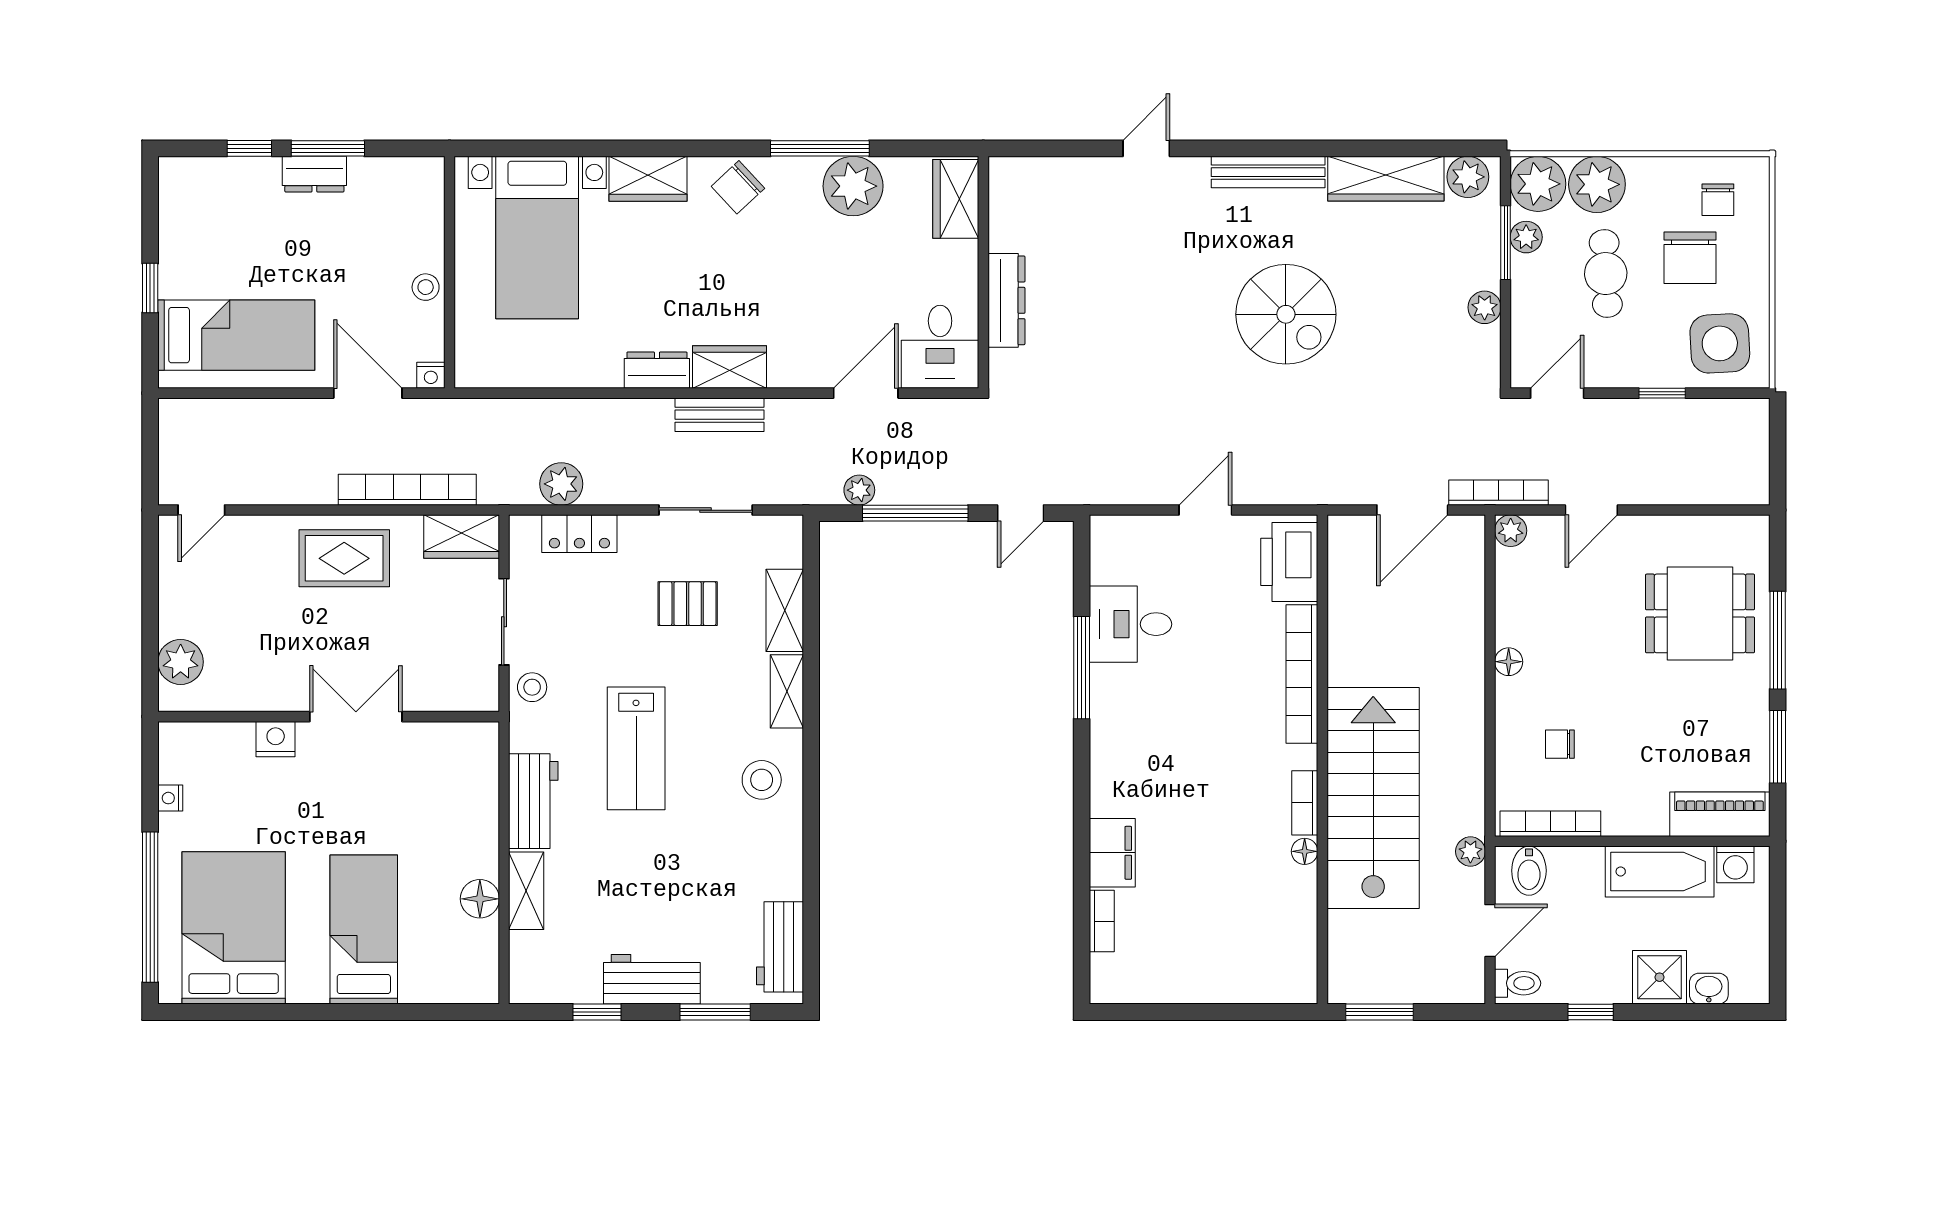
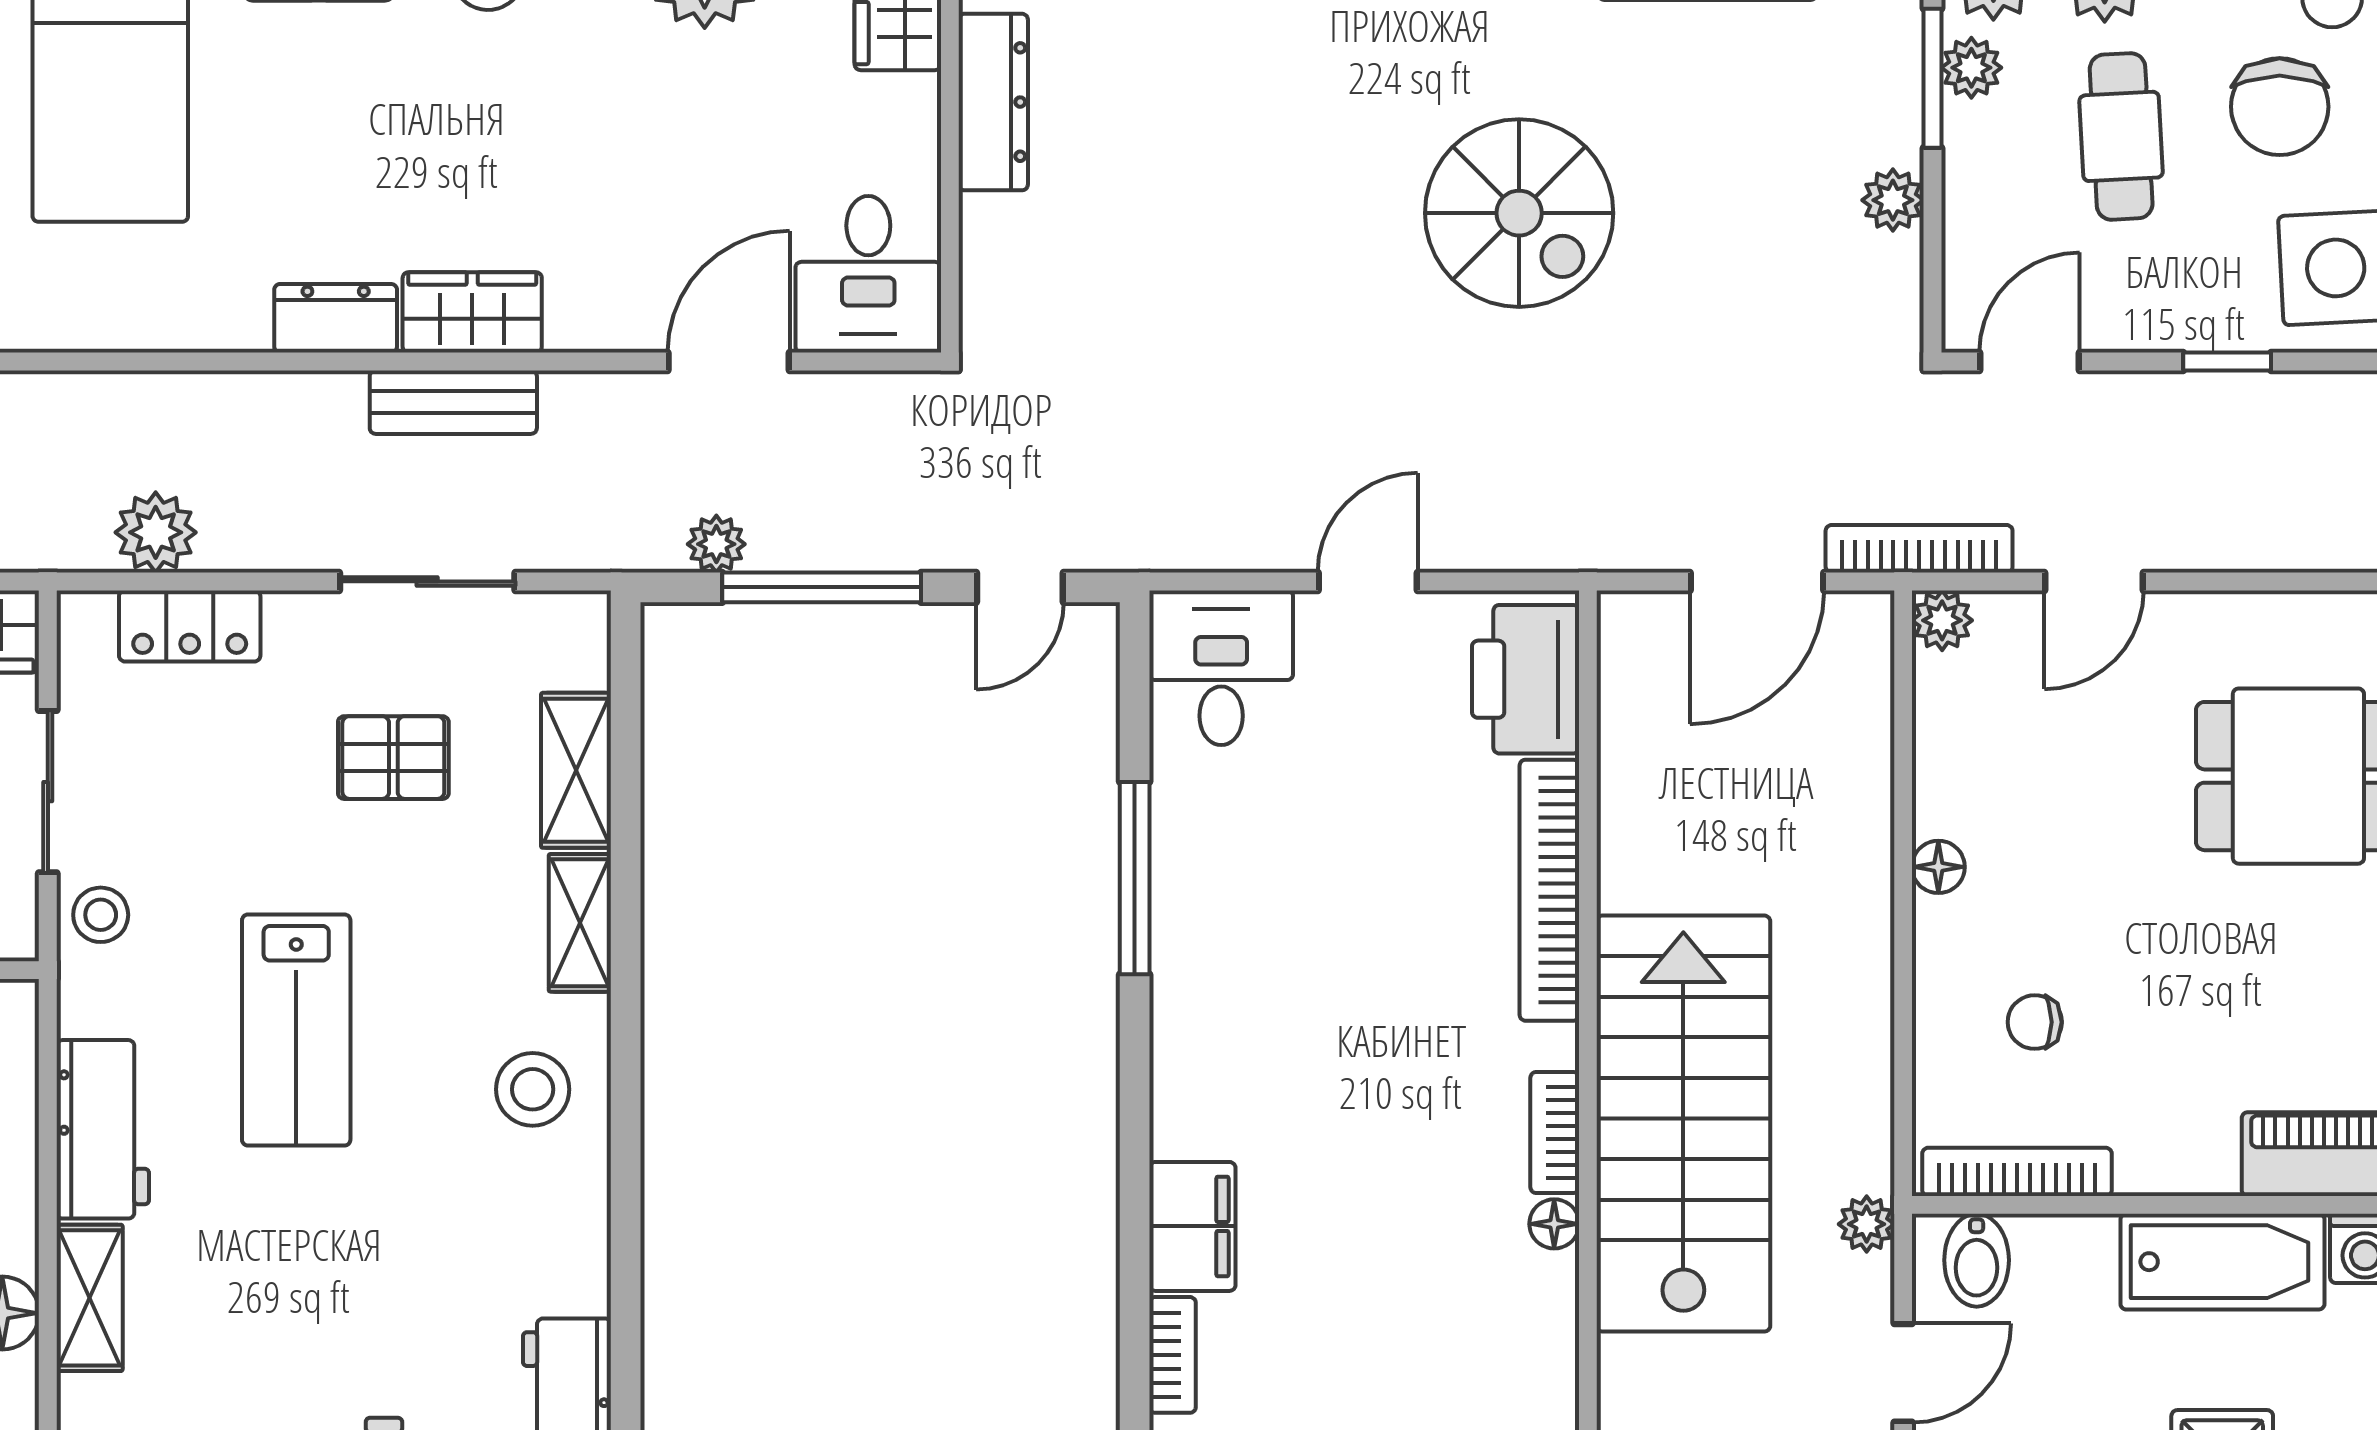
dresser: (1006, 300) -> (993, 102), moved
desk: (1131, 624) -> (1221, 668), moved, turned 90

